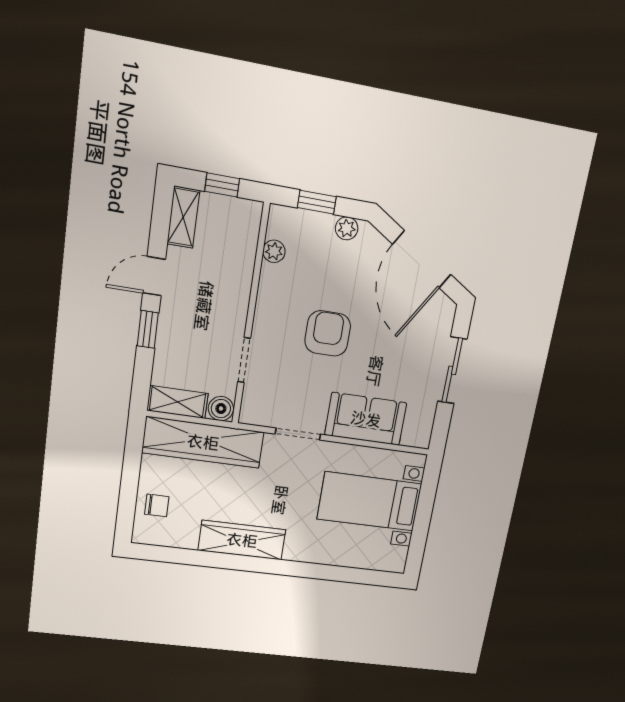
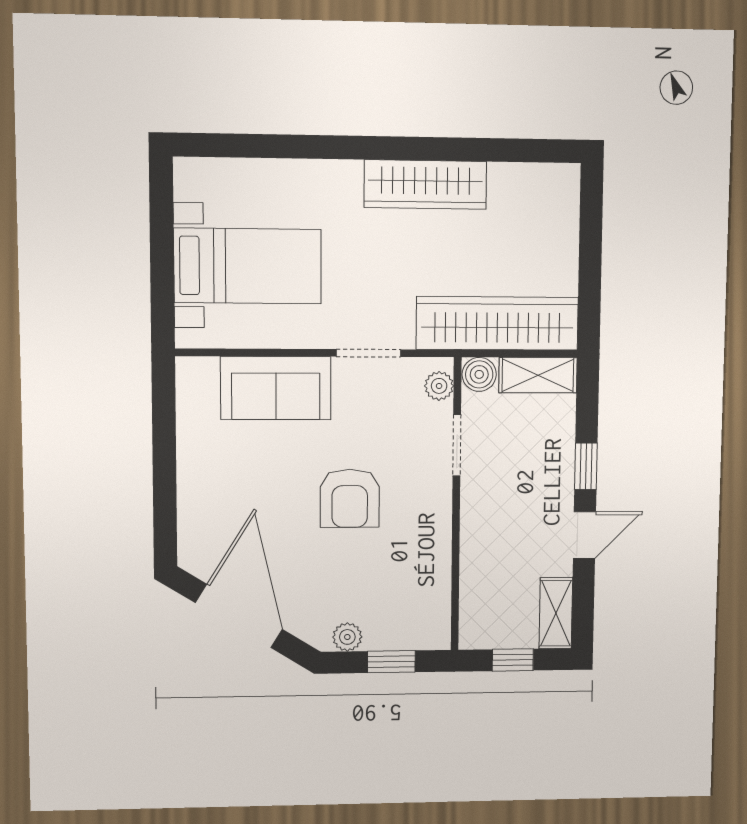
plant: (274, 251) -> (439, 386), moved
sliding door: (452, 370) -> (165, 475), removed
chair: (157, 505) -> (551, 224), removed

